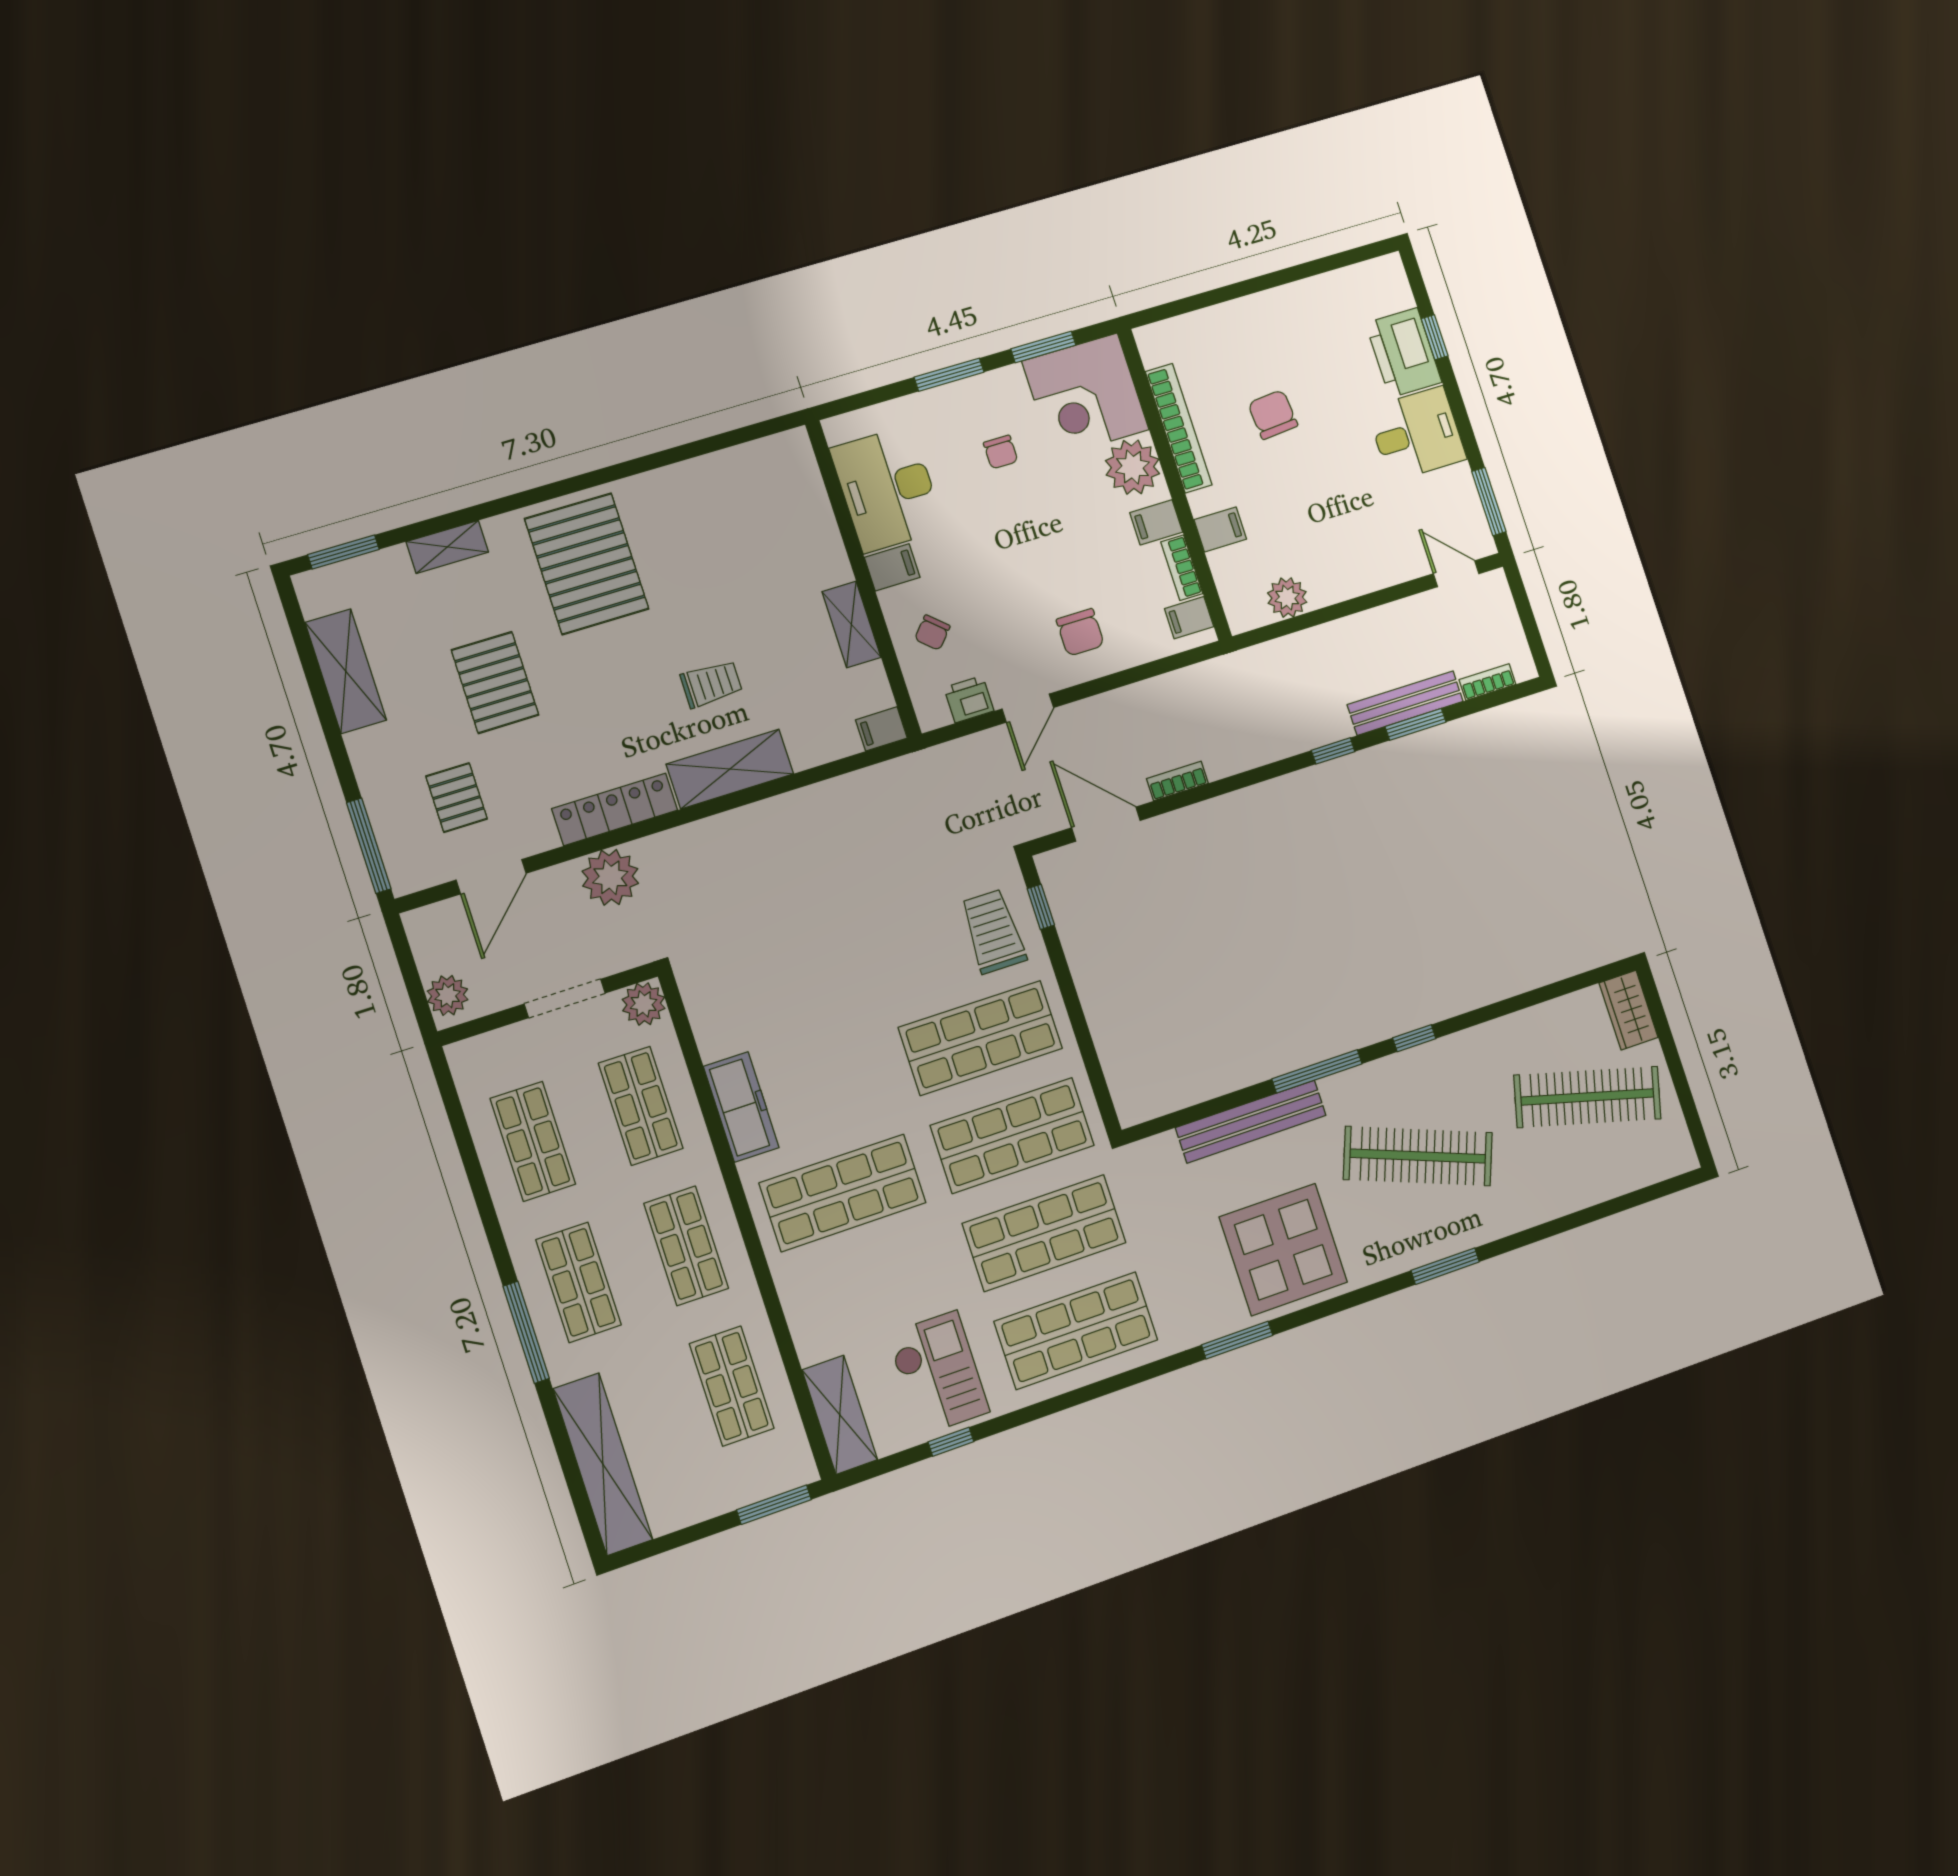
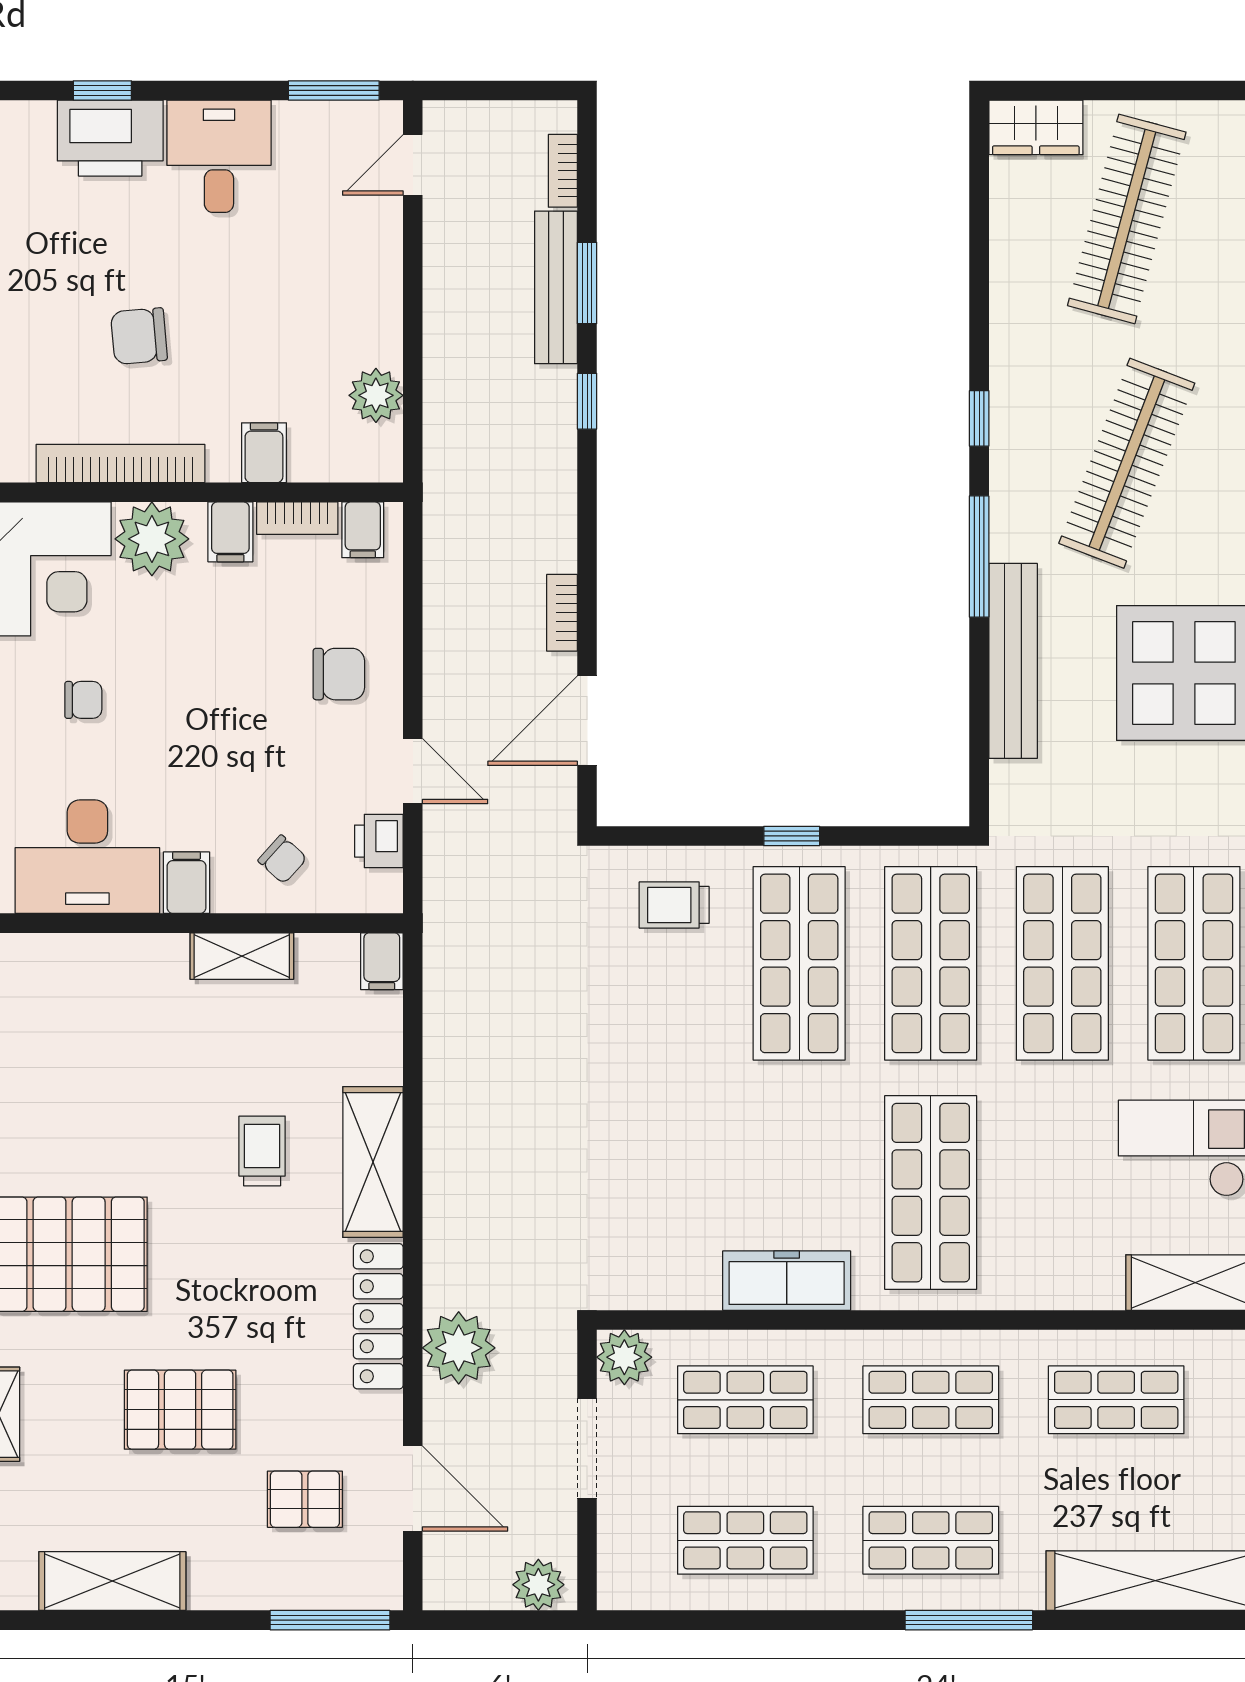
window: (1041, 907) -> (792, 836), moved
trolley: (993, 931) -> (674, 905), width x0.73, depth x0.72

